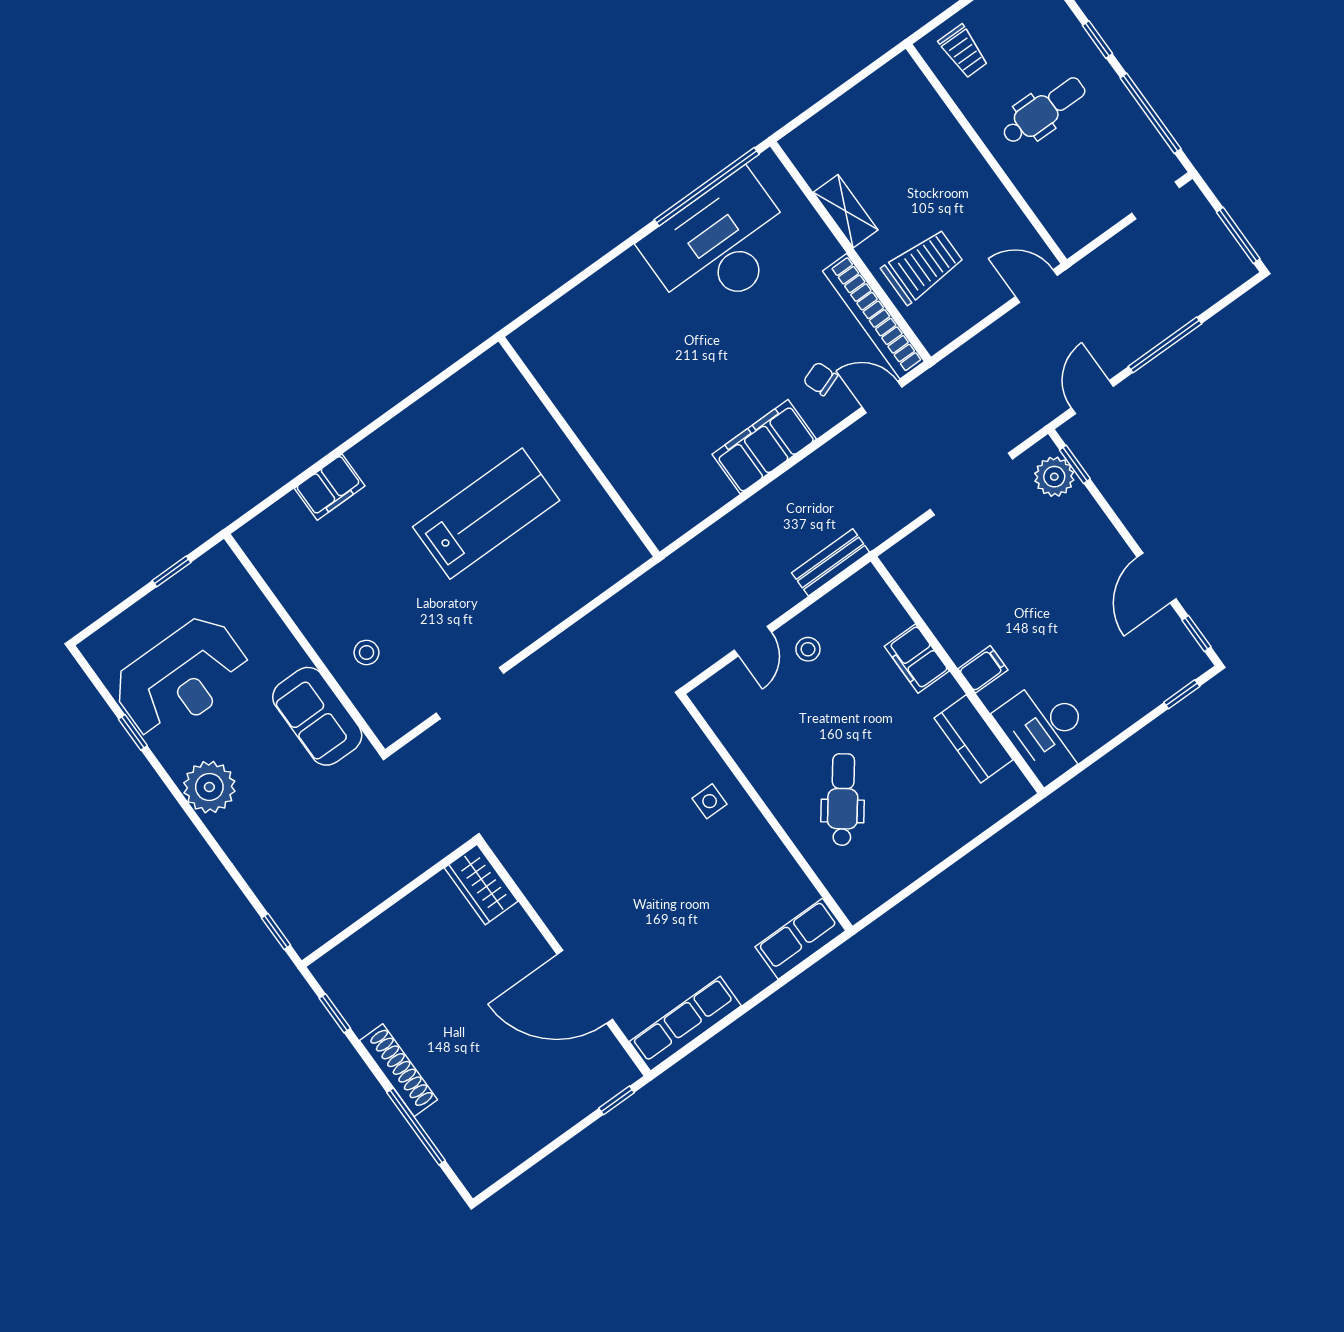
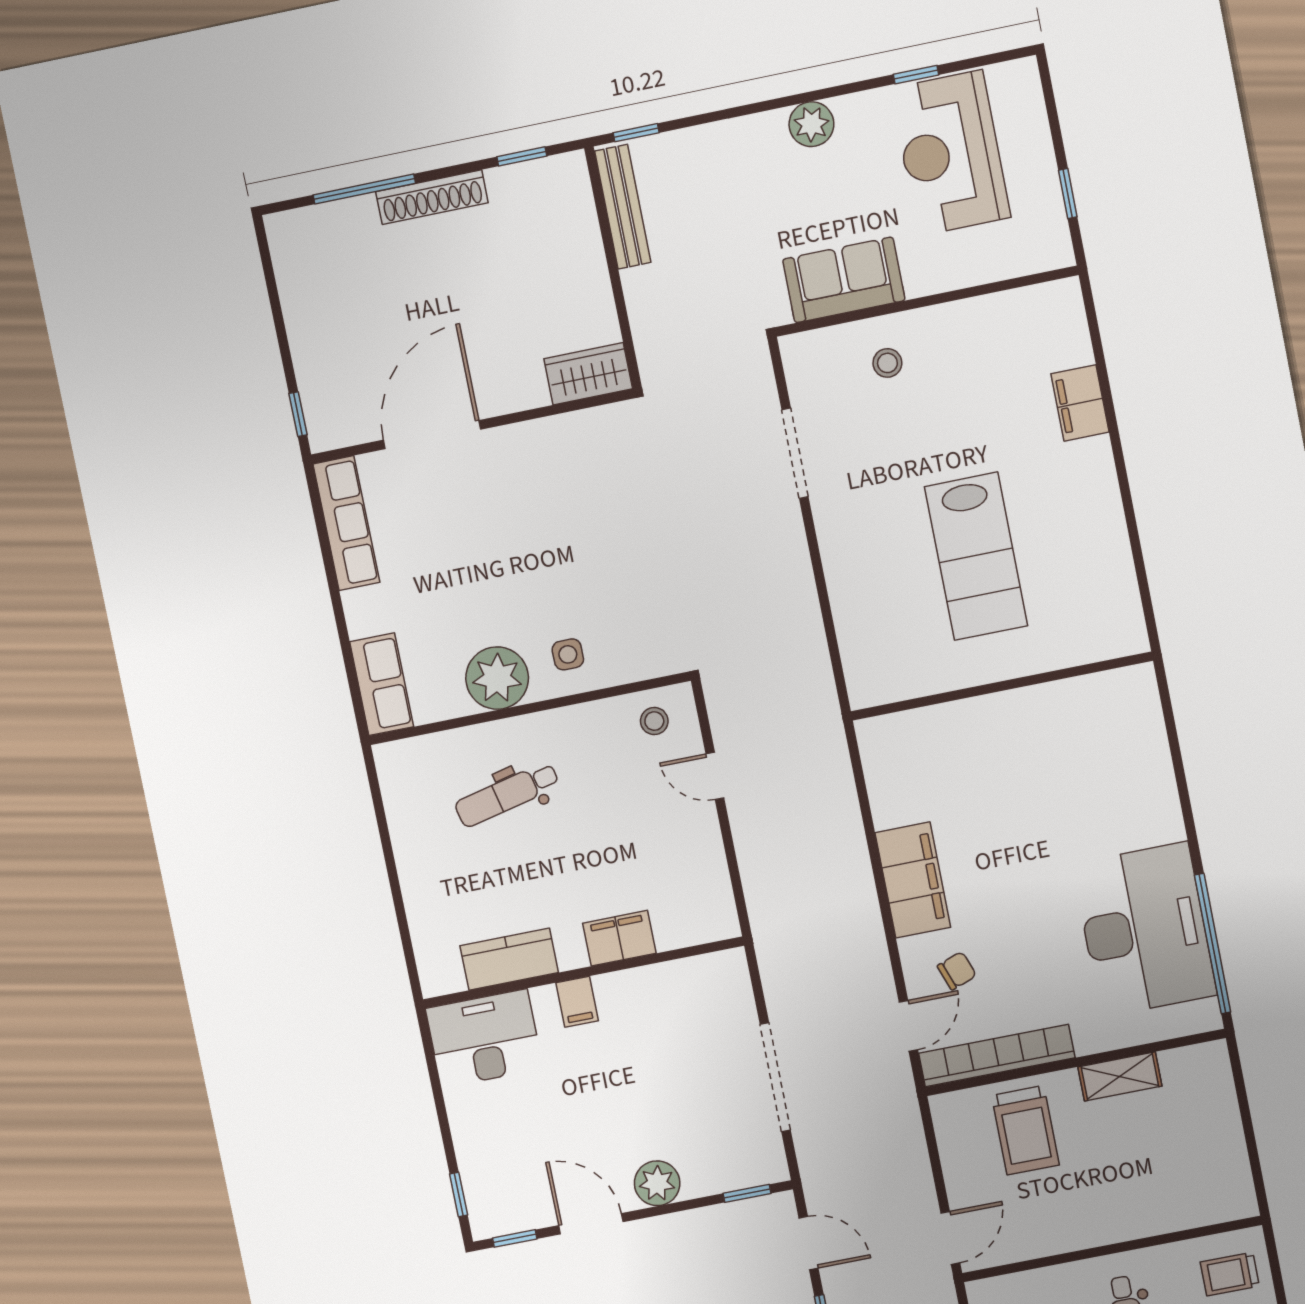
plant: (1054, 477) -> (657, 1183), moved
bench: (831, 562) -> (623, 207), moved, width x1.36
stool: (808, 649) -> (654, 721), moved
plant: (209, 787) -> (811, 124), width x0.73, depth x0.73
dental chair: (843, 800) -> (507, 794), turned 130
plant: (754, 849) -> (497, 678), added

